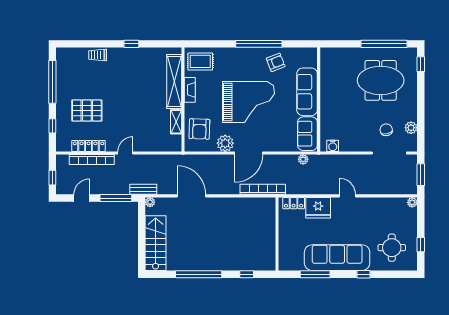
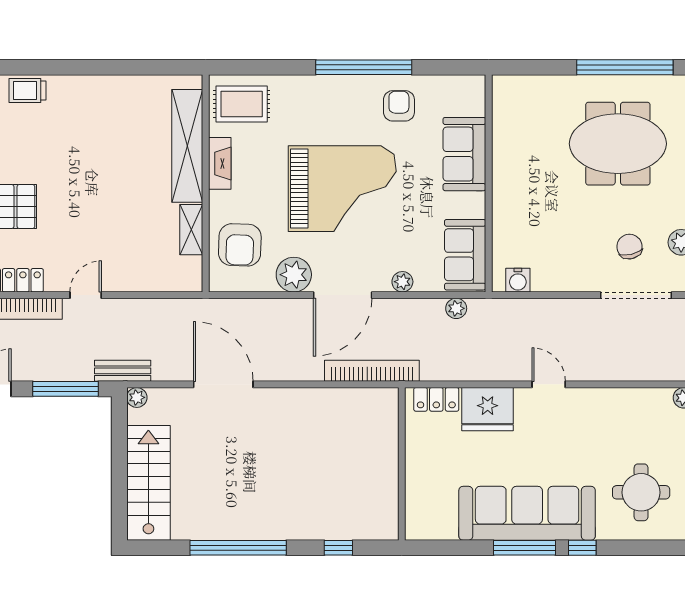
window: (131, 44) -> (98, 67), removed
armchair: (276, 62) -> (399, 106), turned -69
sofa: (307, 92) -> (464, 154), width x0.73
plant: (277, 147) -> (402, 282), added
window: (315, 274) -> (525, 548), moved

